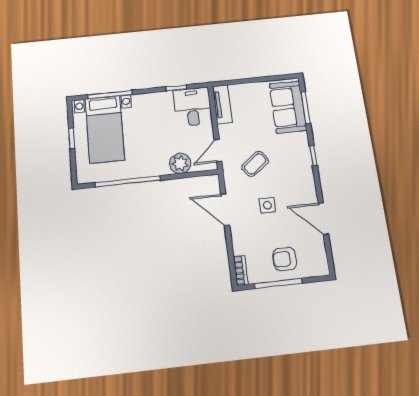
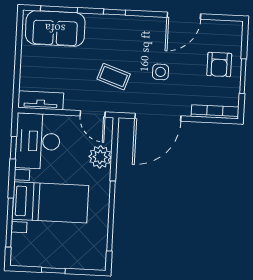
desk: (192, 107) -> (38, 141), width x1.37
bed with nightstands: (105, 129) -> (50, 202), moved
coffee table: (255, 164) -> (114, 77), turned -34
door: (225, 210) -> (158, 117), width x1.36
bookcase: (241, 270) -> (215, 112), width x1.56
window: (278, 283) -> (243, 76), width x0.69

